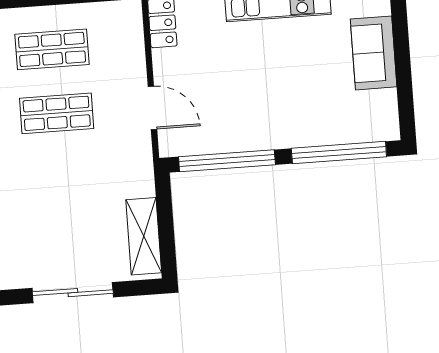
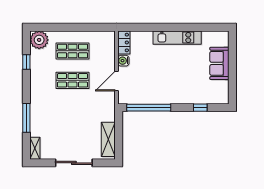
water cooler: (164, 62) -> (123, 61), added
door: (152, 108) -> (117, 81), swing flipped
window: (339, 152) -> (200, 108), width x0.32

